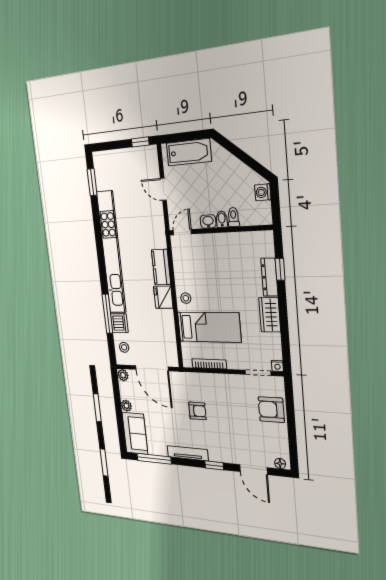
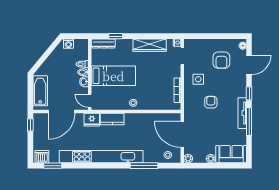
door: (163, 189) -> (62, 111), width x1.88
dresser: (269, 277) -> (103, 43), moved
fridge: (163, 297) -> (92, 120), moved
wardrobe: (270, 315) -> (150, 45), width x1.50
dishwasher: (119, 323) -> (42, 157), moved
bed: (209, 327) -> (113, 76), moved, turned 90
door: (152, 368) -> (182, 134), swing flipped
side table: (227, 395) -> (198, 79), added
armchair: (271, 410) -> (221, 60), moved
window: (154, 459) -> (249, 121), moved

